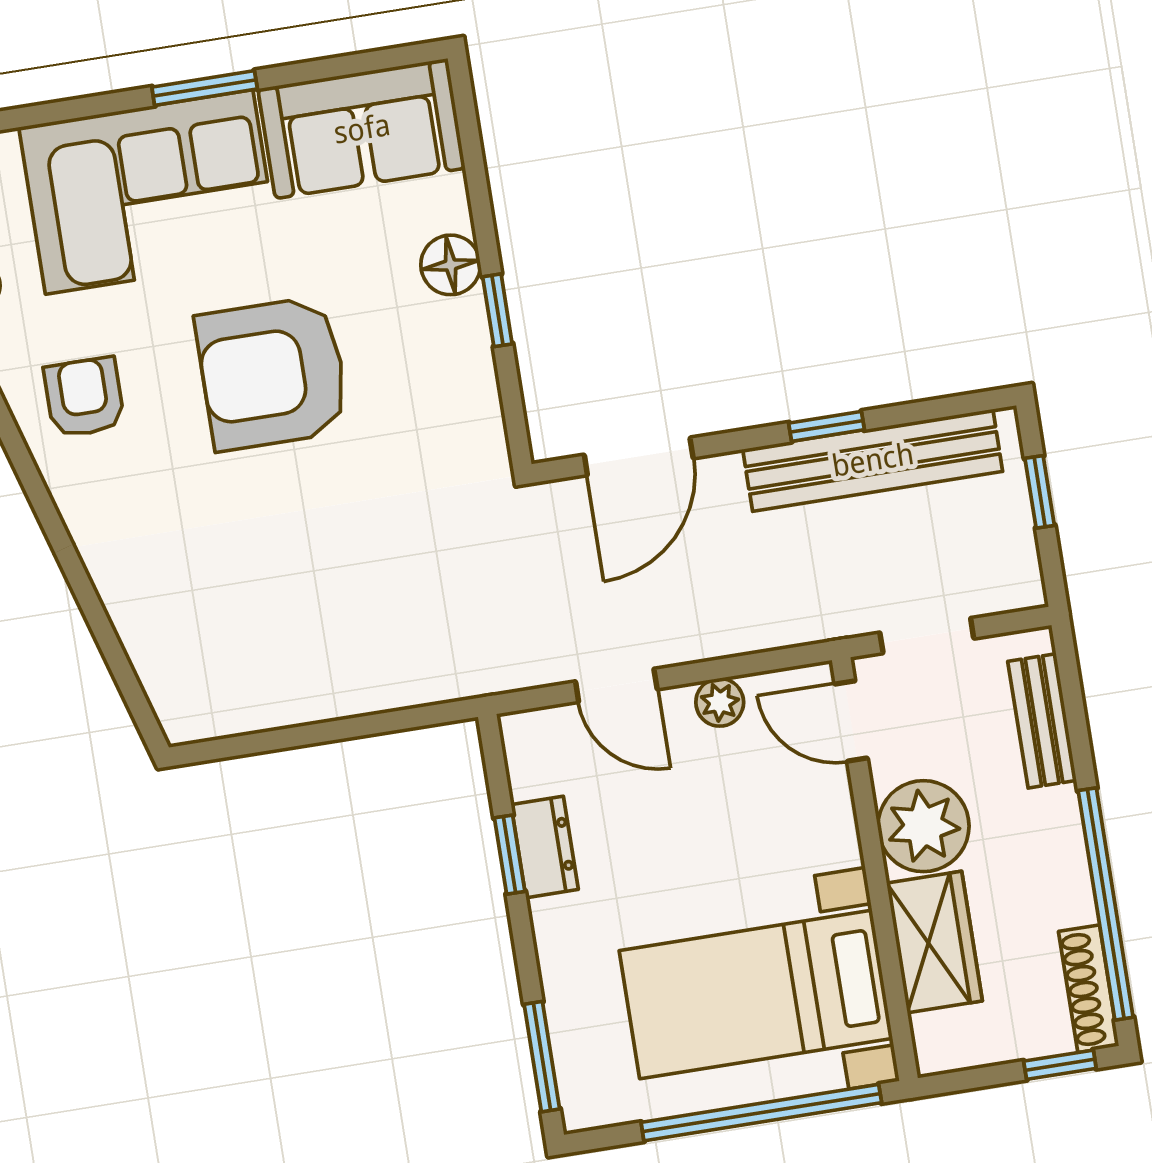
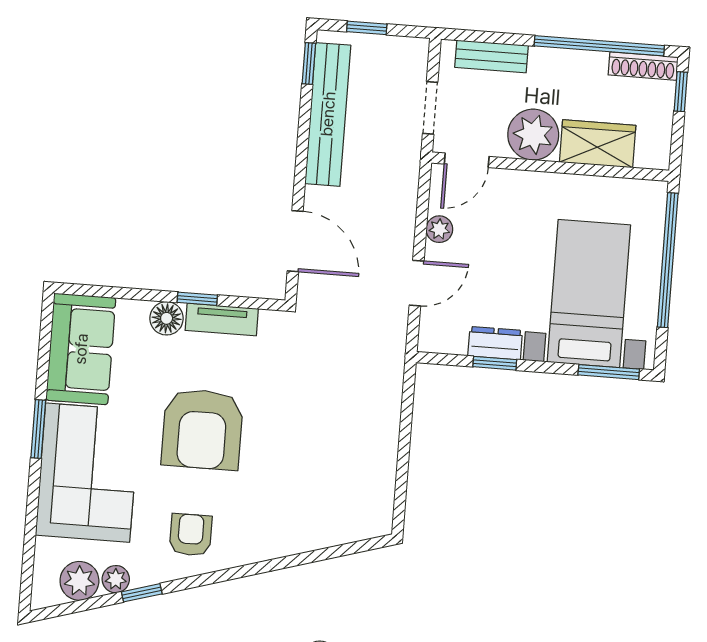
tv unit: (472, 362) -> (222, 320), added
armchair: (84, 397) -> (191, 535), turned 90
window: (827, 426) -> (309, 64), moved
bed with nightstands: (756, 994) -> (589, 294), moved, turned 180

